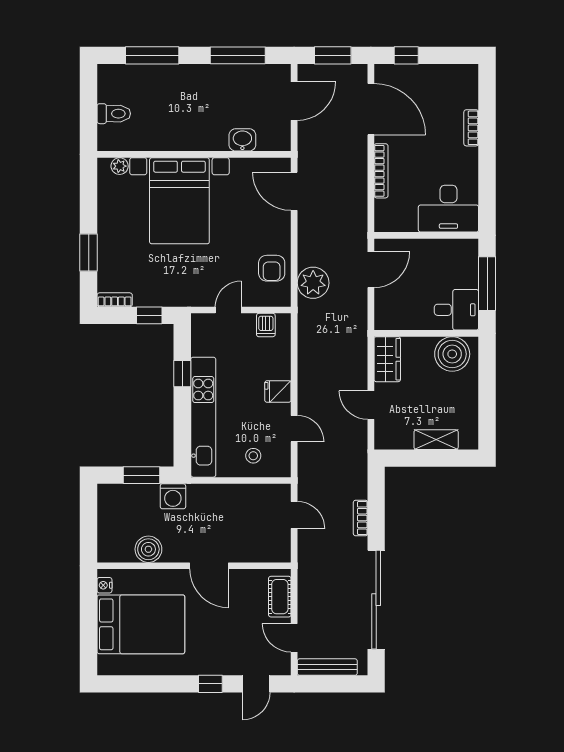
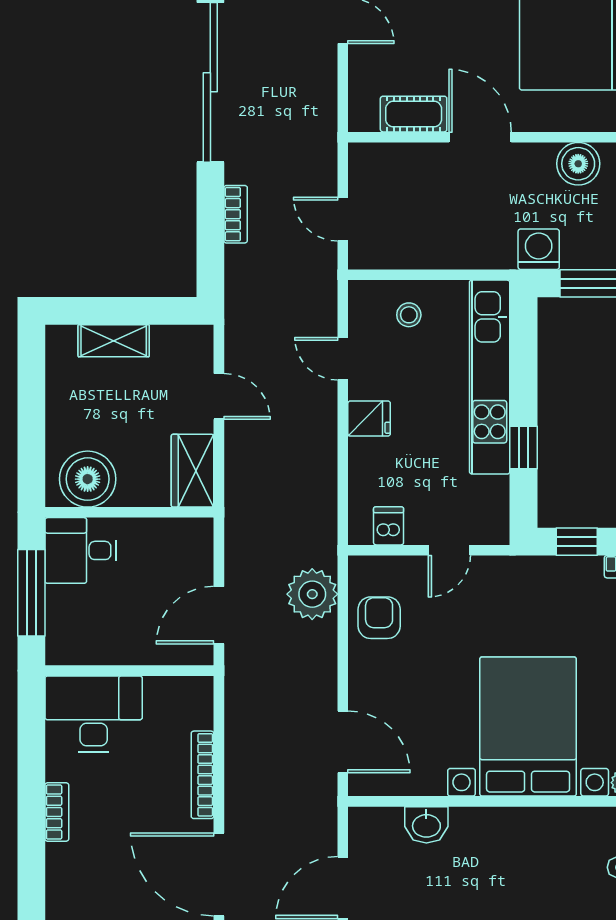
bookcase: (471, 128) -> (57, 812), moved
cot: (280, 597) -> (414, 114), moved, turned 90

